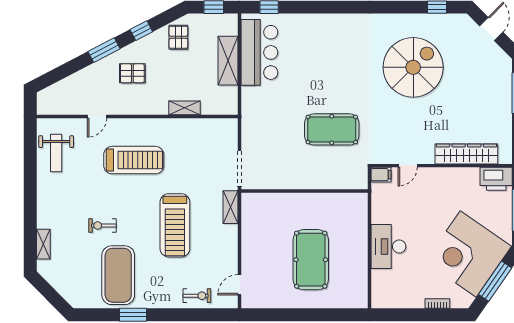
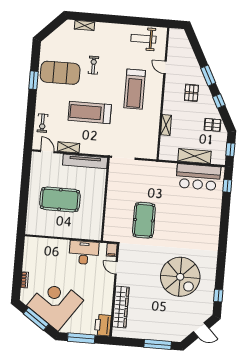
shelving: (231, 207) -> (69, 147), moved
tv unit: (250, 226) -> (85, 161), added
desk: (388, 246) -> (84, 253), moved

